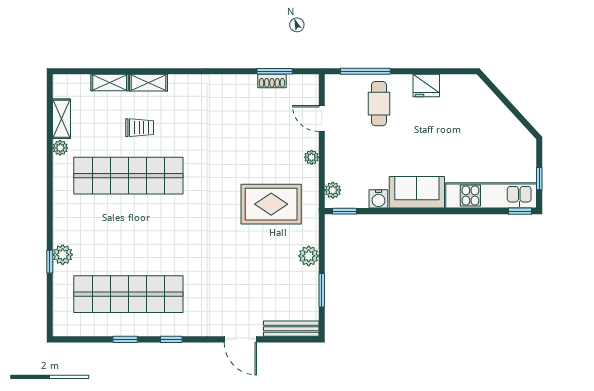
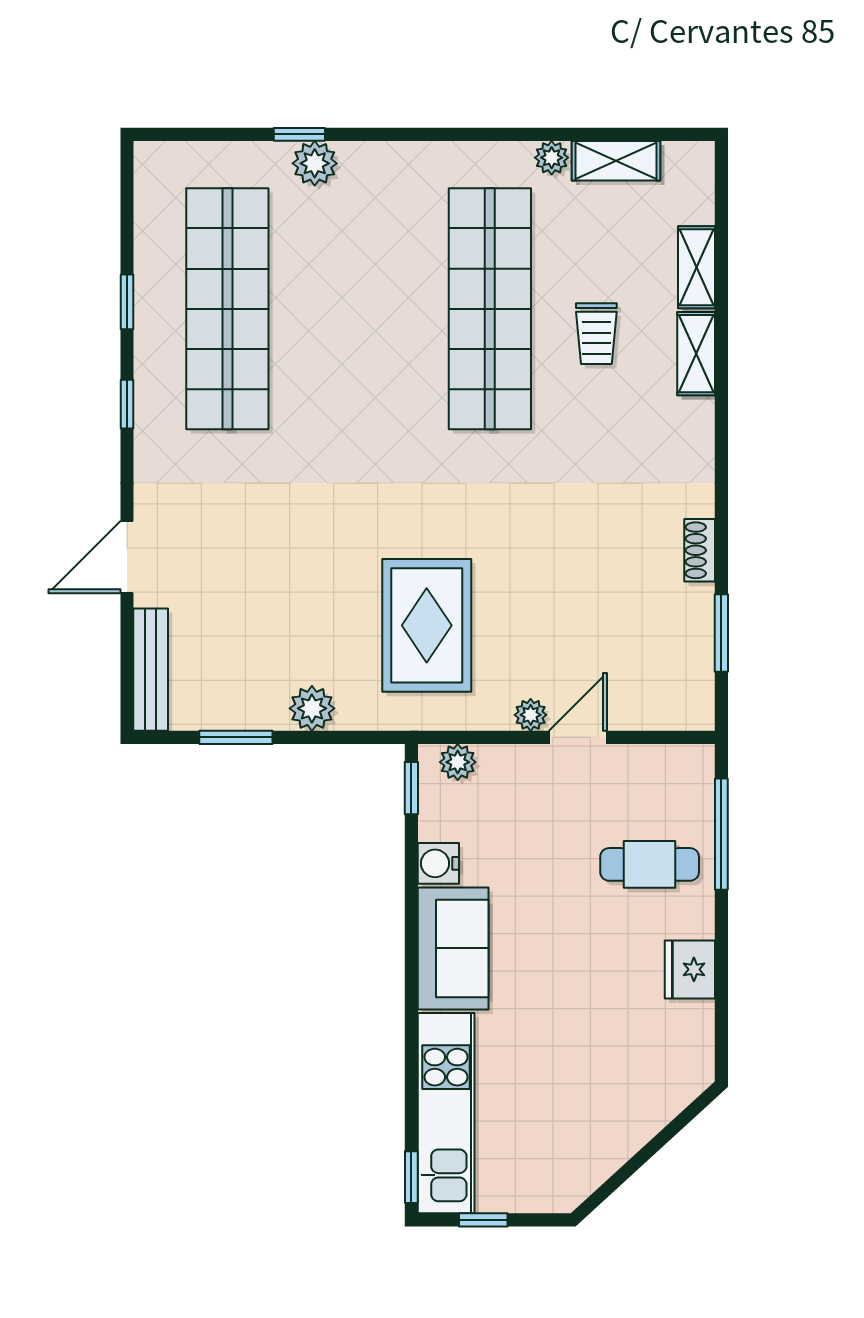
shoe rack: (272, 81) -> (700, 550), moved
door: (322, 118) -> (578, 737), moved

